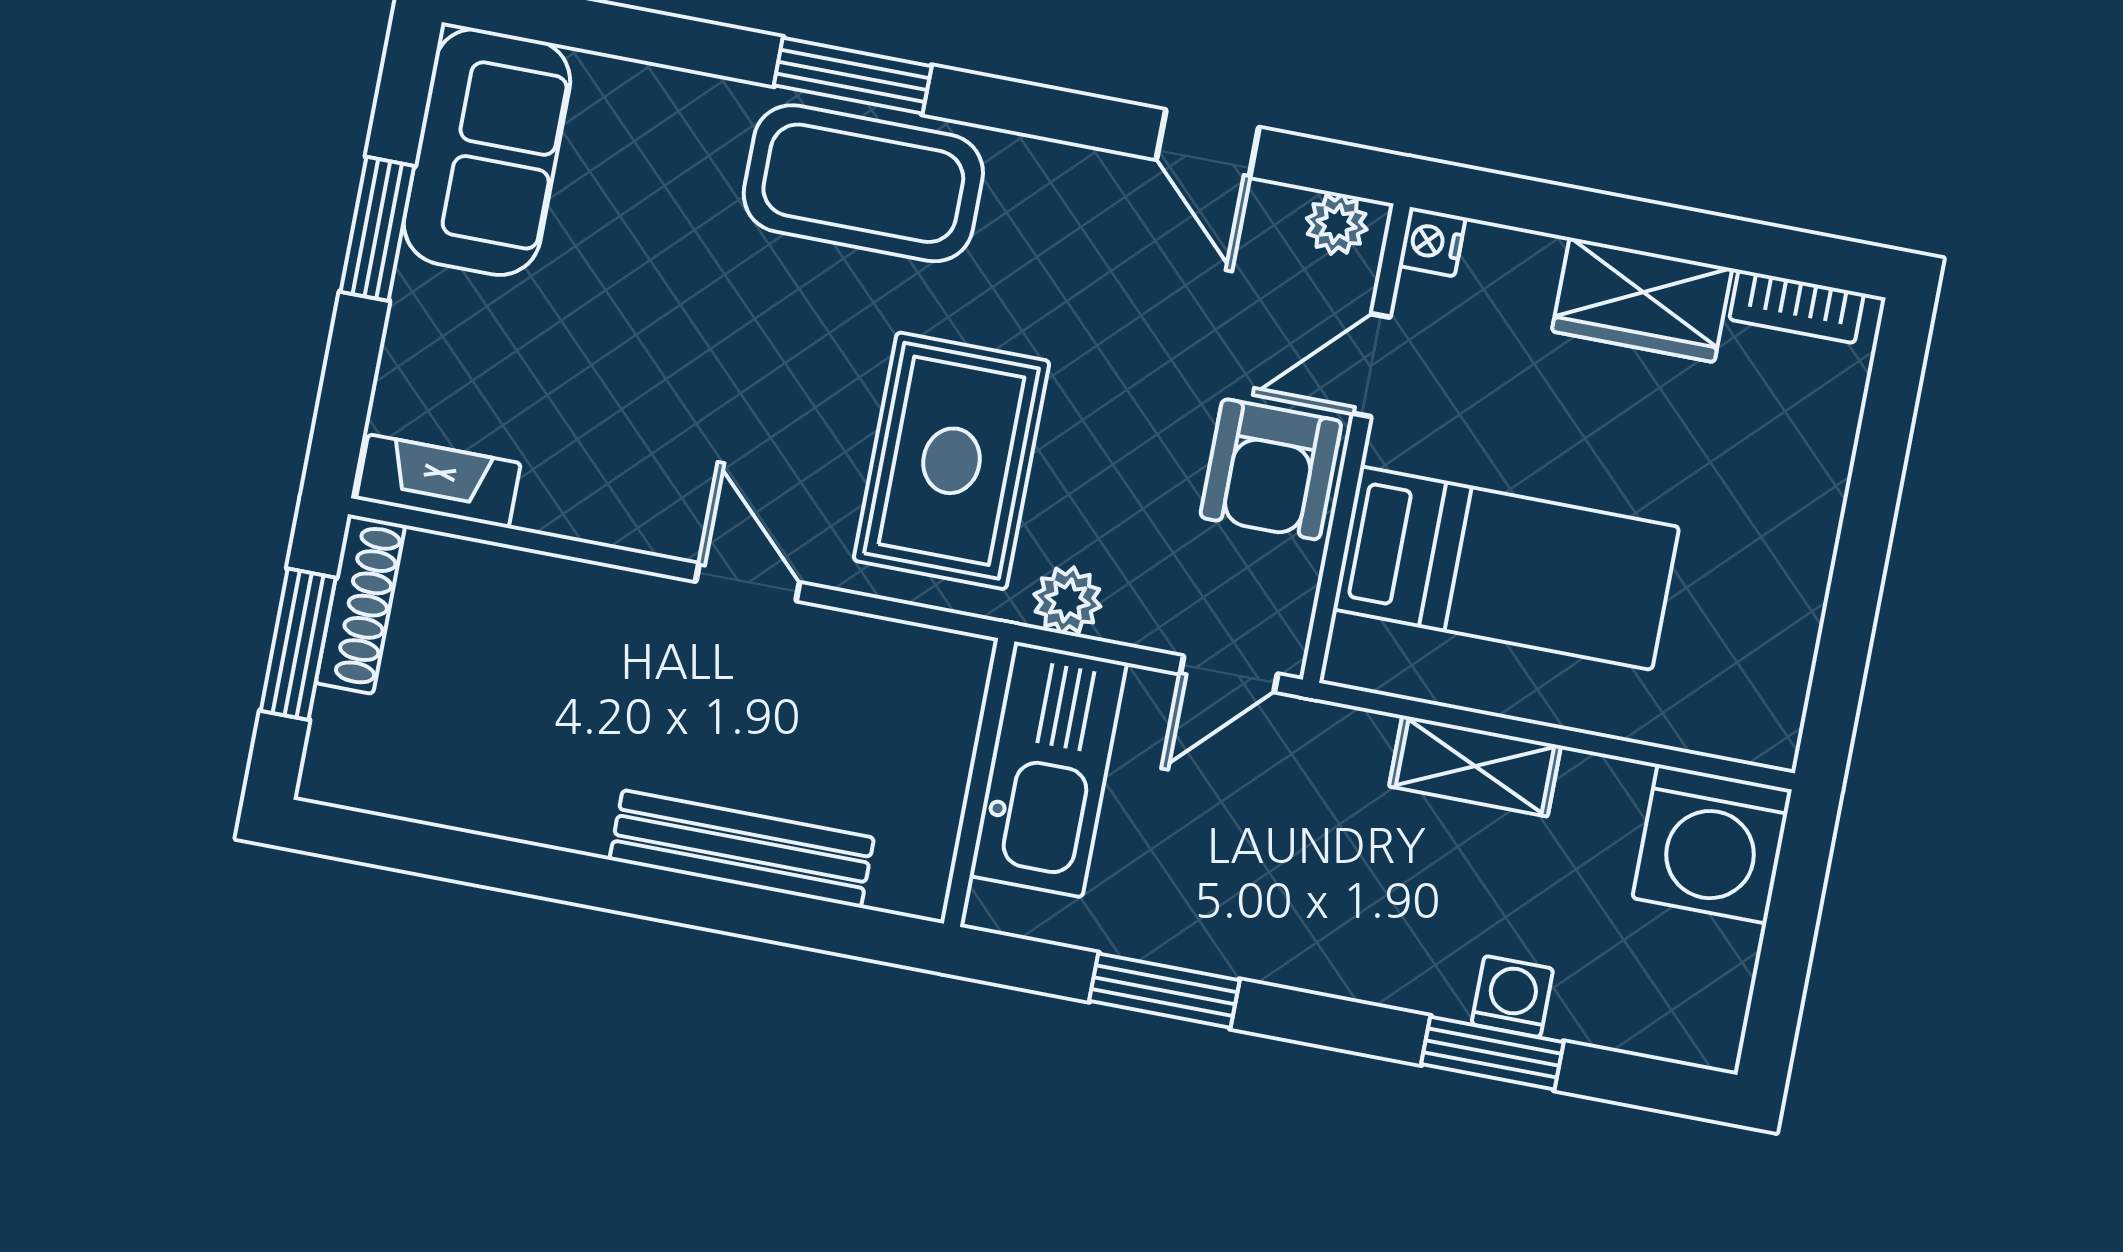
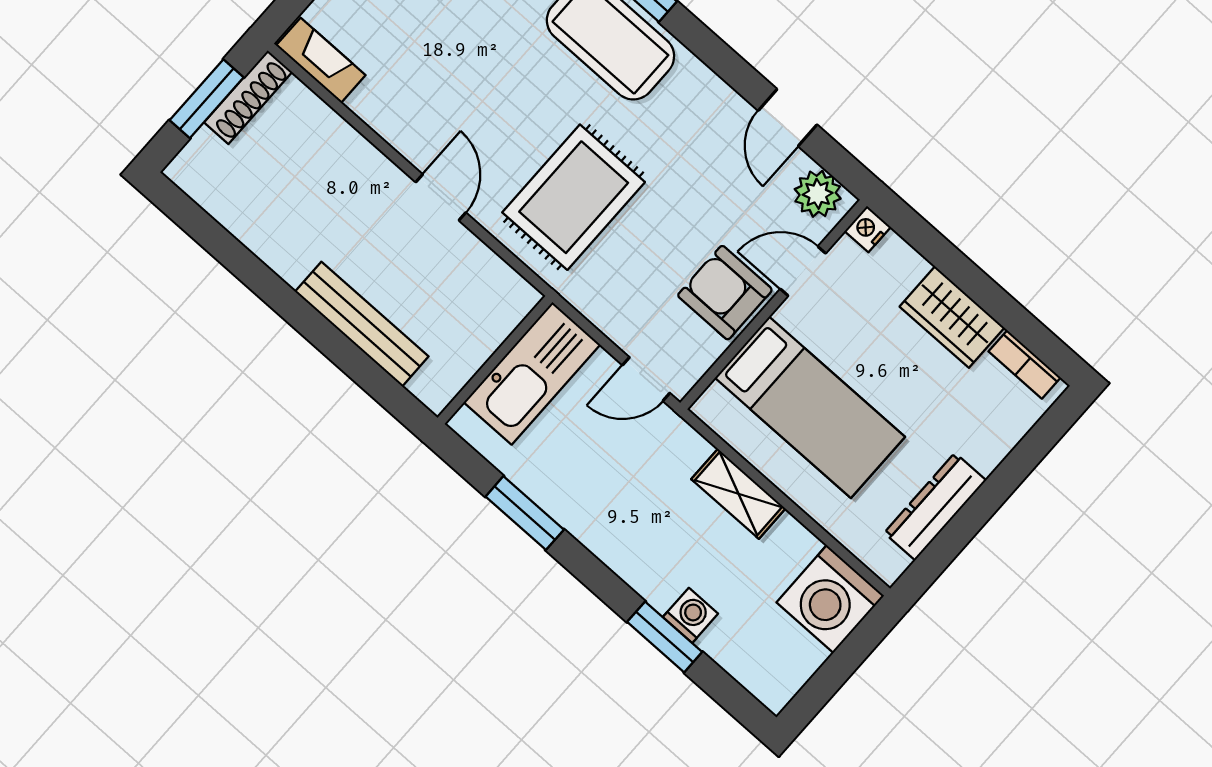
plant: (1337, 224) -> (818, 194), width x1.38, depth x1.38
armchair: (1271, 469) -> (725, 293), turned 90
plant: (1067, 600) -> (590, 298), removed
dresser: (1789, 606) -> (935, 507), added

